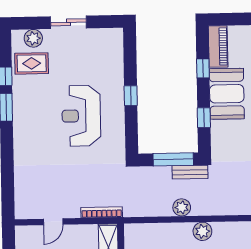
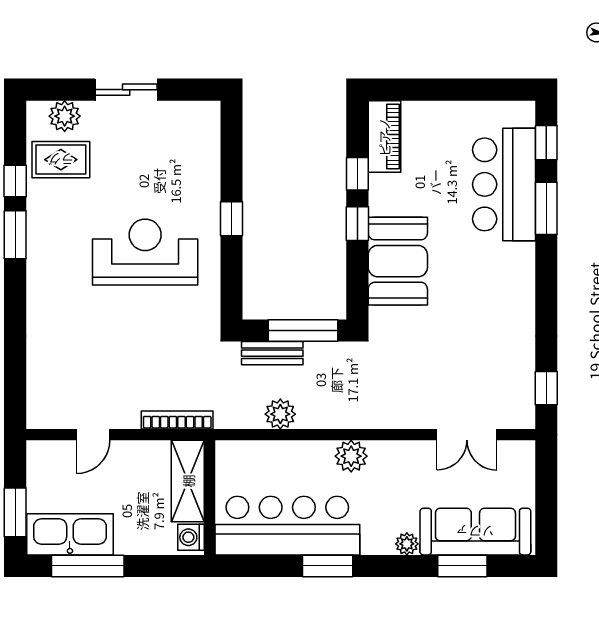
booth: (227, 94) -> (398, 261), moved
reception desk: (81, 116) -> (145, 252), turned 90
window: (204, 118) -> (357, 224), moved
bench: (190, 172) -> (272, 353), moved
plant: (182, 207) -> (280, 414), moved

